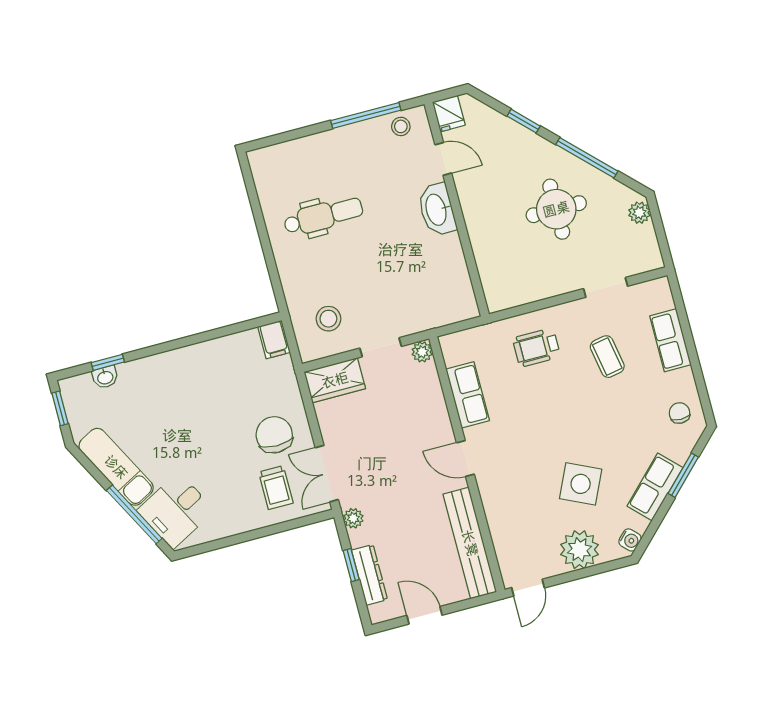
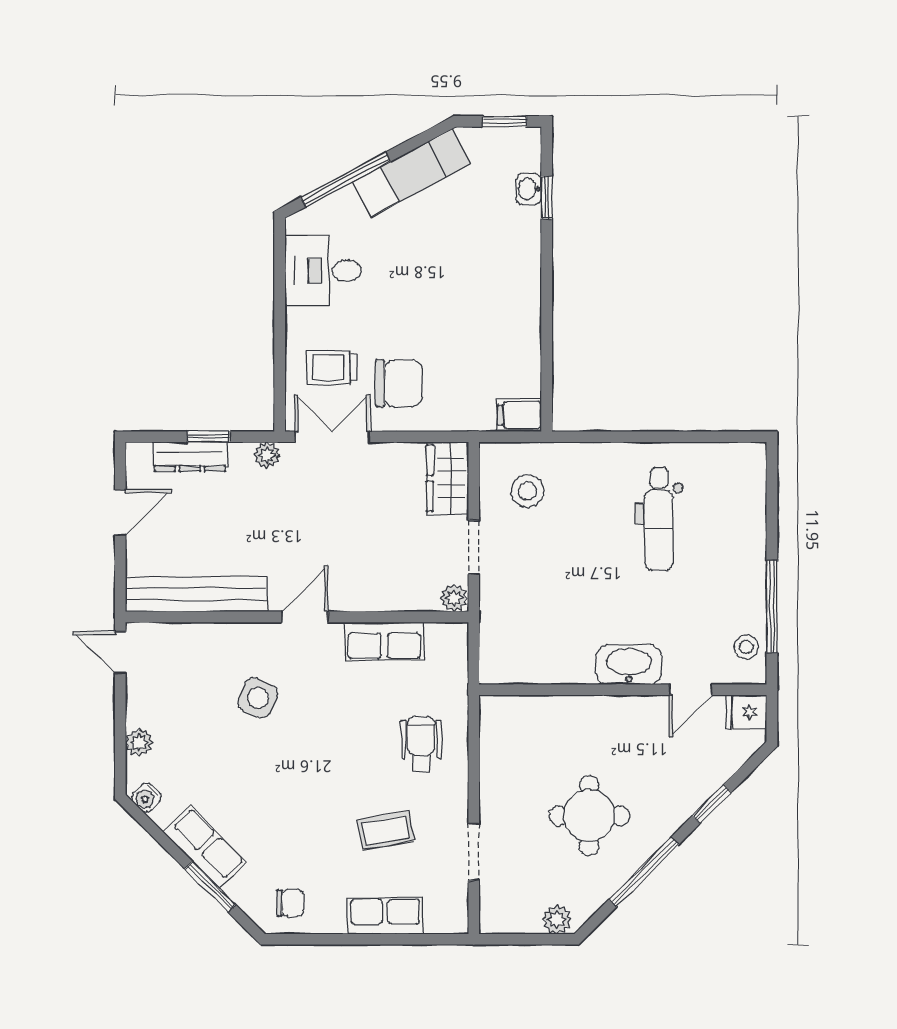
side table: (581, 484) -> (258, 698), moved, width x0.73, depth x0.73
desk: (176, 510) -> (323, 271), moved, turned -62
plant: (579, 550) -> (139, 743), width x0.53, depth x0.53

